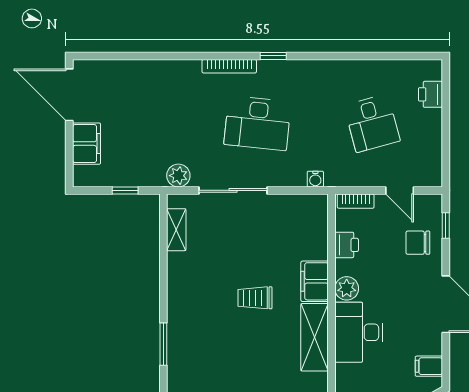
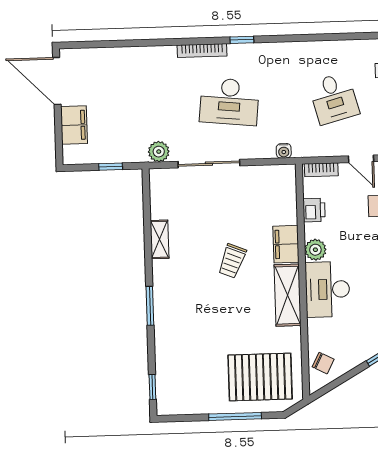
shelving: (176, 230) -> (160, 239), moved
trolley: (255, 298) -> (232, 261), turned -68

